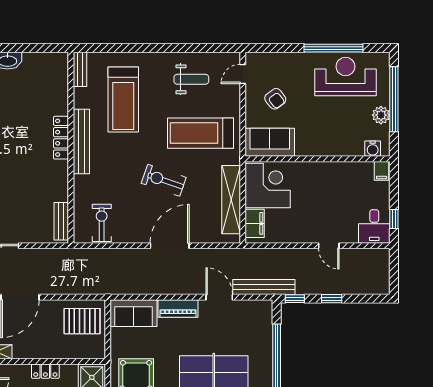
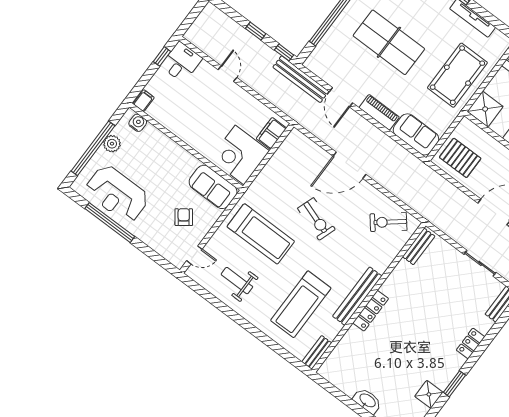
treadmill: (123, 99) -> (301, 304), turned 180
shelving: (231, 200) -> (276, 165), removed
exercise bike: (102, 223) -> (388, 222), turned 51

